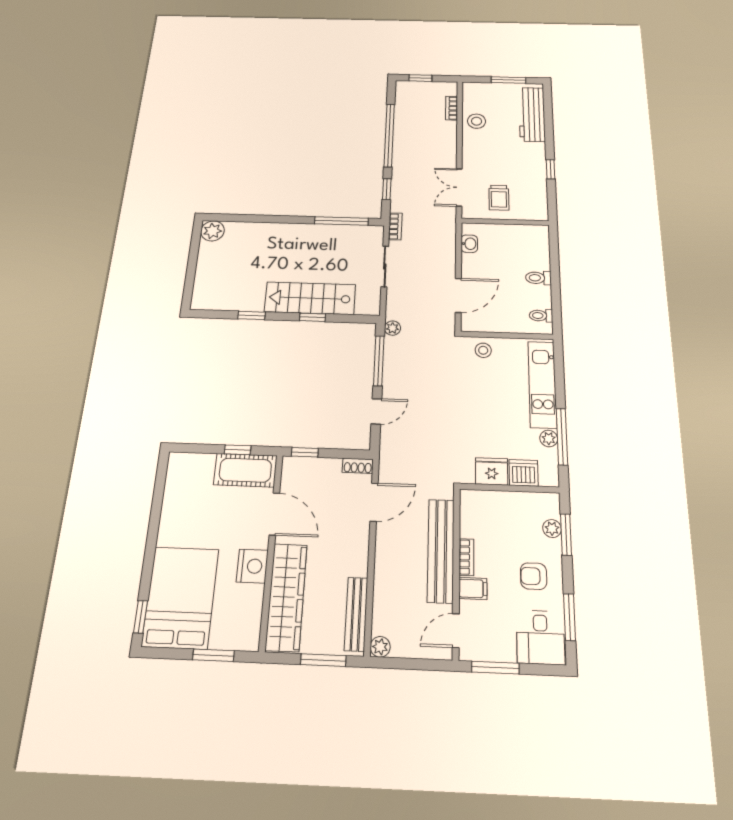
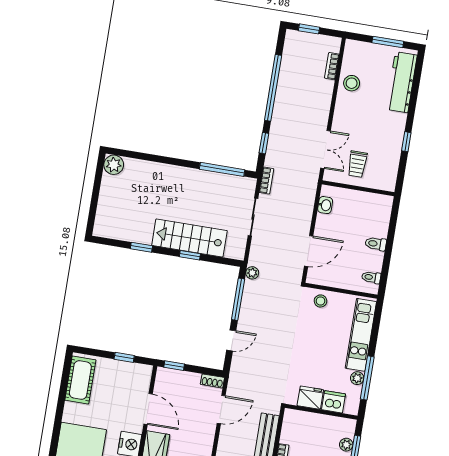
double door: (459, 187) -> (325, 150), swing flipped
cot: (245, 470) -> (80, 380), moved, turned 90

